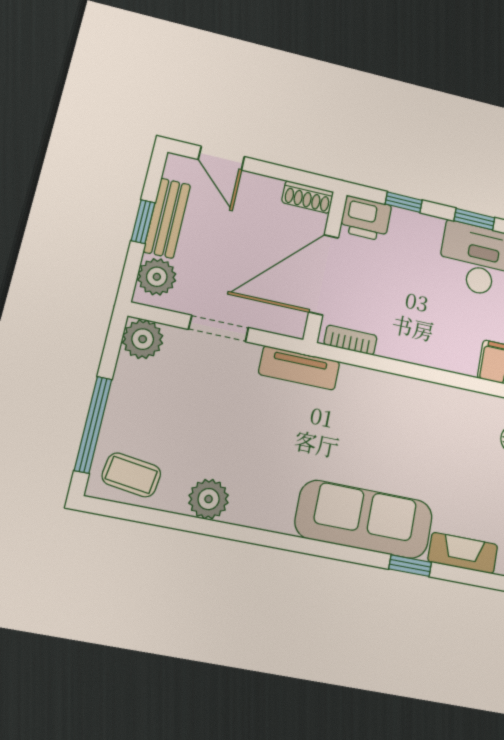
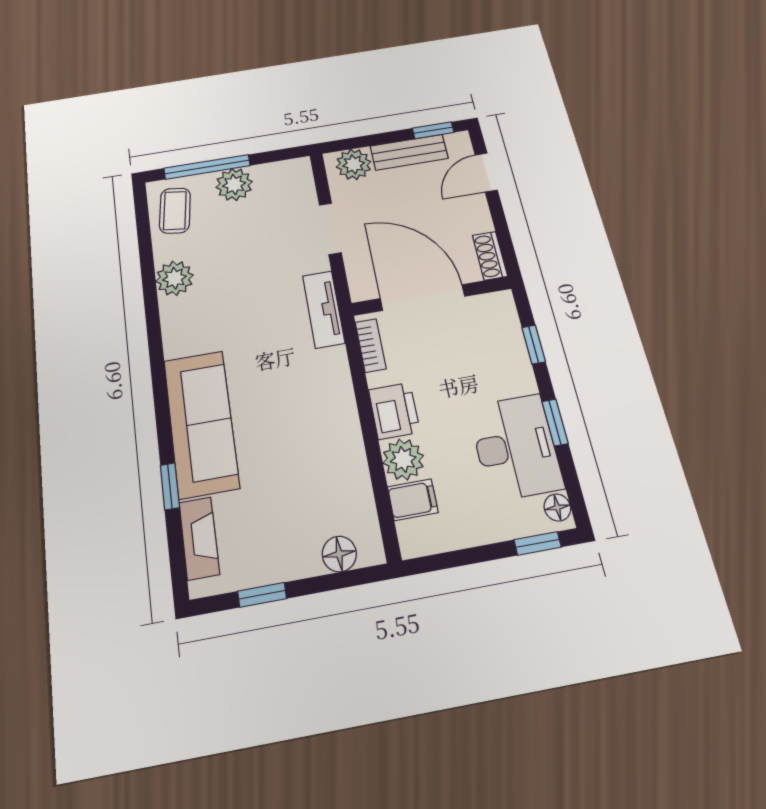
printer: (366, 218) -> (394, 411), moved, turned 180
window: (143, 222) -> (433, 130), moved
plant: (143, 339) -> (234, 185), moved
plant: (460, 355) -> (403, 459), added

